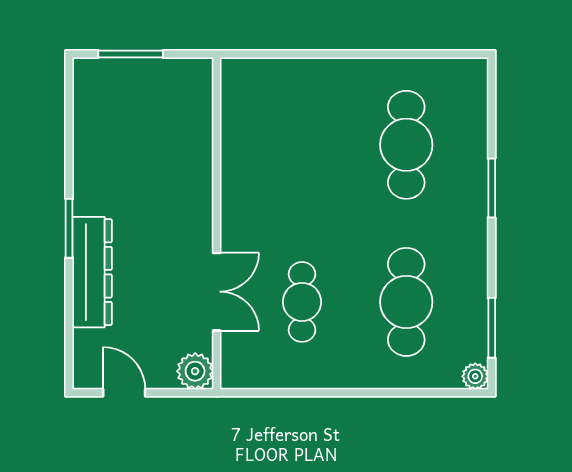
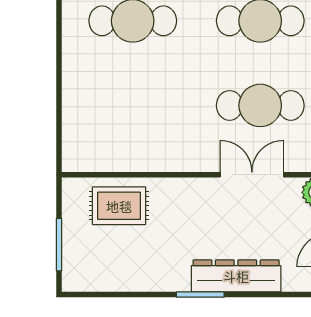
rug: (178, 128) -> (119, 206), added
cafe table: (302, 302) -> (260, 105), width x1.37, depth x1.35

